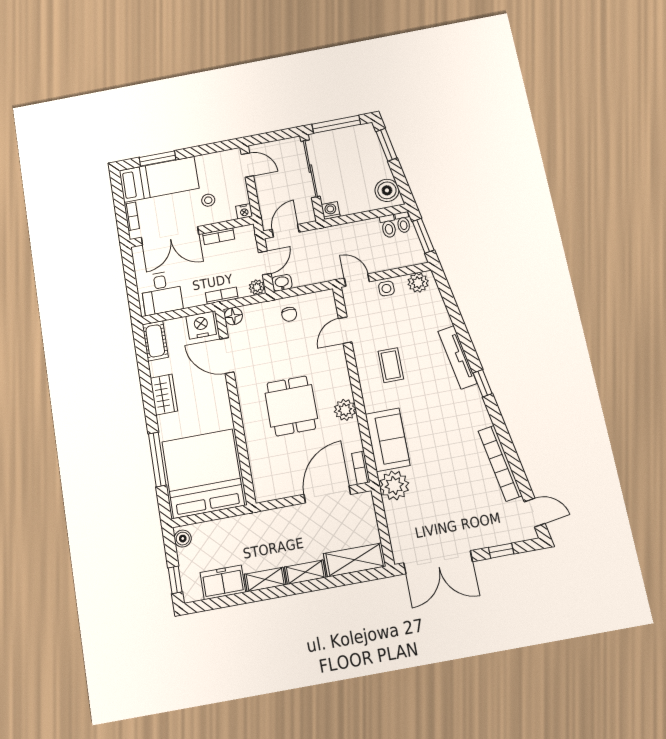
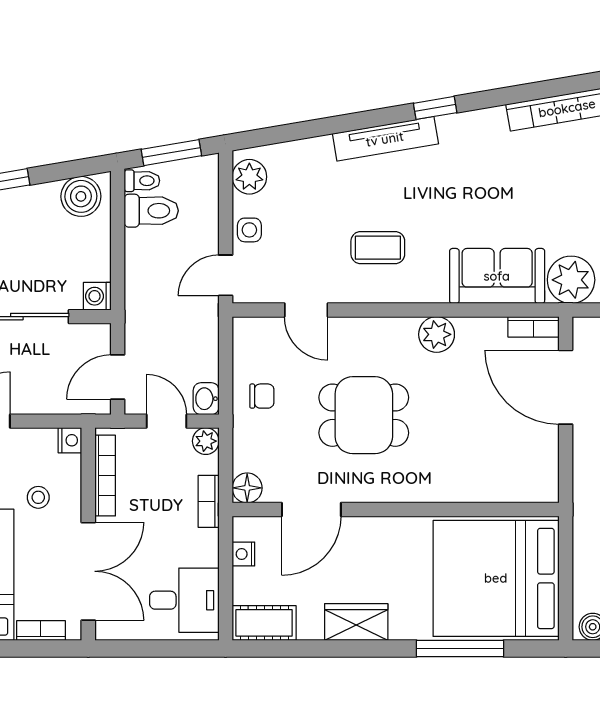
toilet: (388, 226) -> (151, 211), width x1.37, depth x1.39
door: (286, 231) -> (118, 377), hinge flipped
bookcase: (219, 236) -> (105, 476), width x1.56
nightstand: (201, 325) -> (243, 554), width x0.53, depth x0.56
dining table: (291, 406) -> (364, 415), moved

